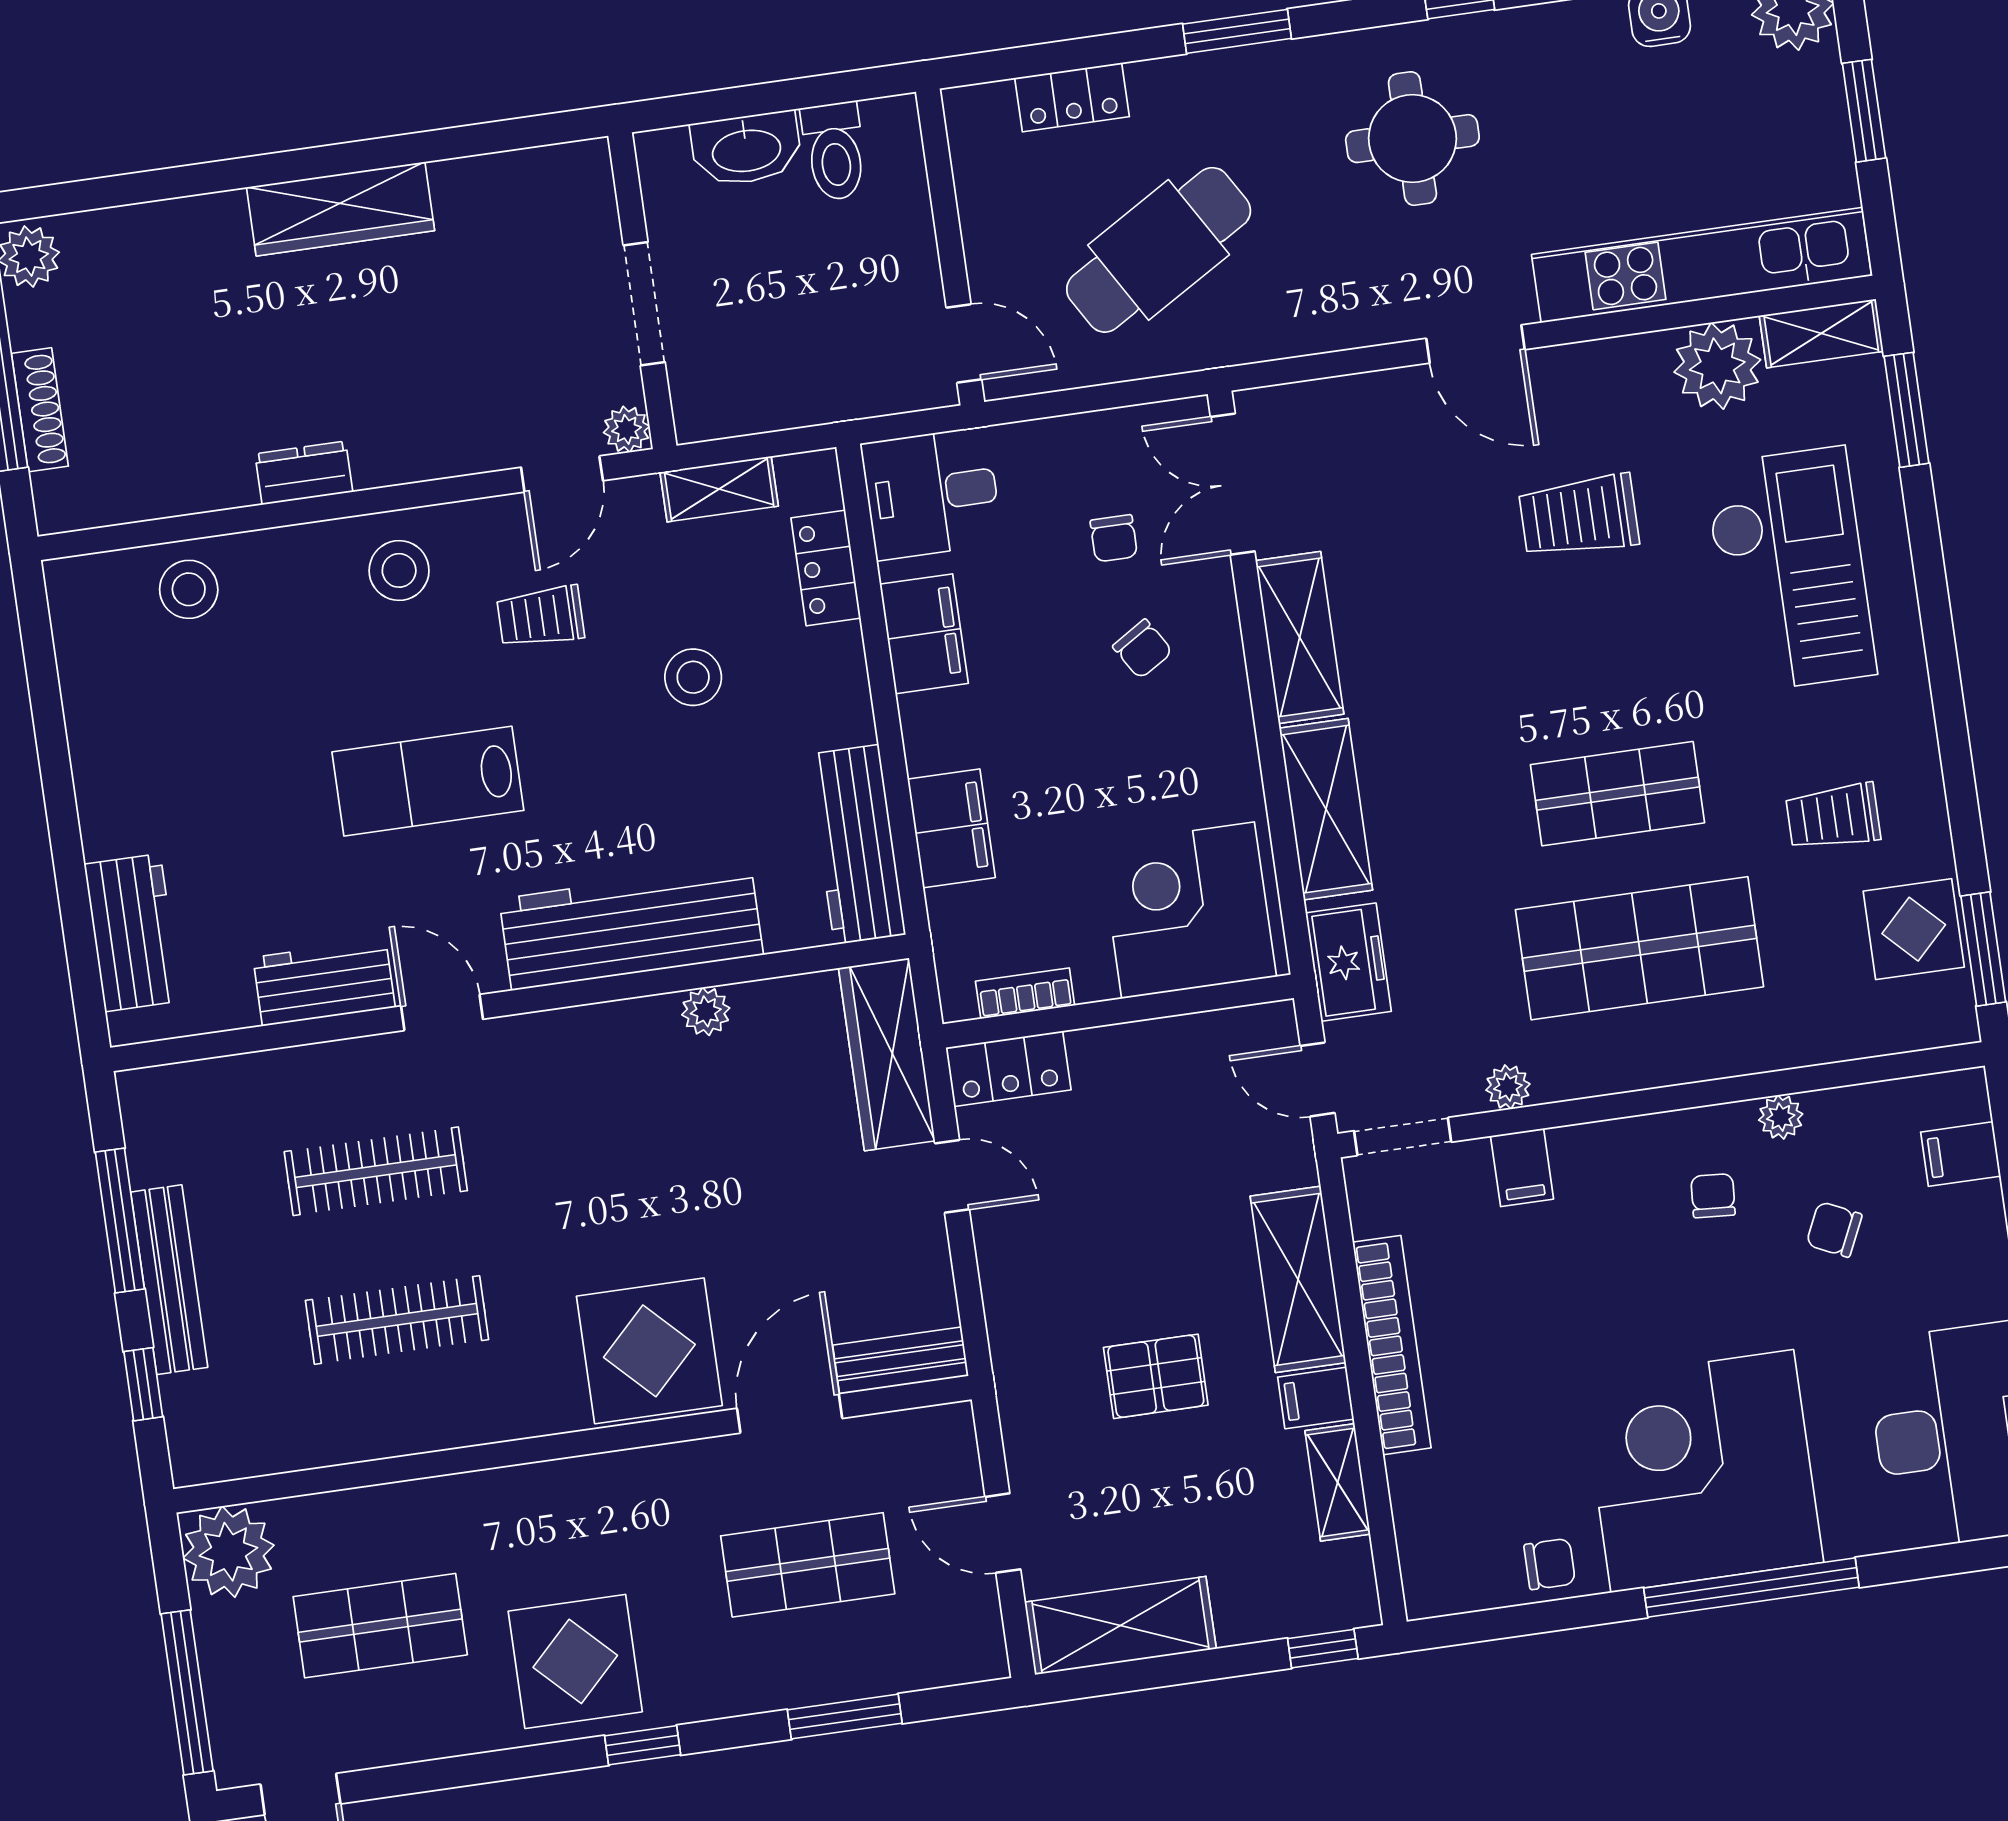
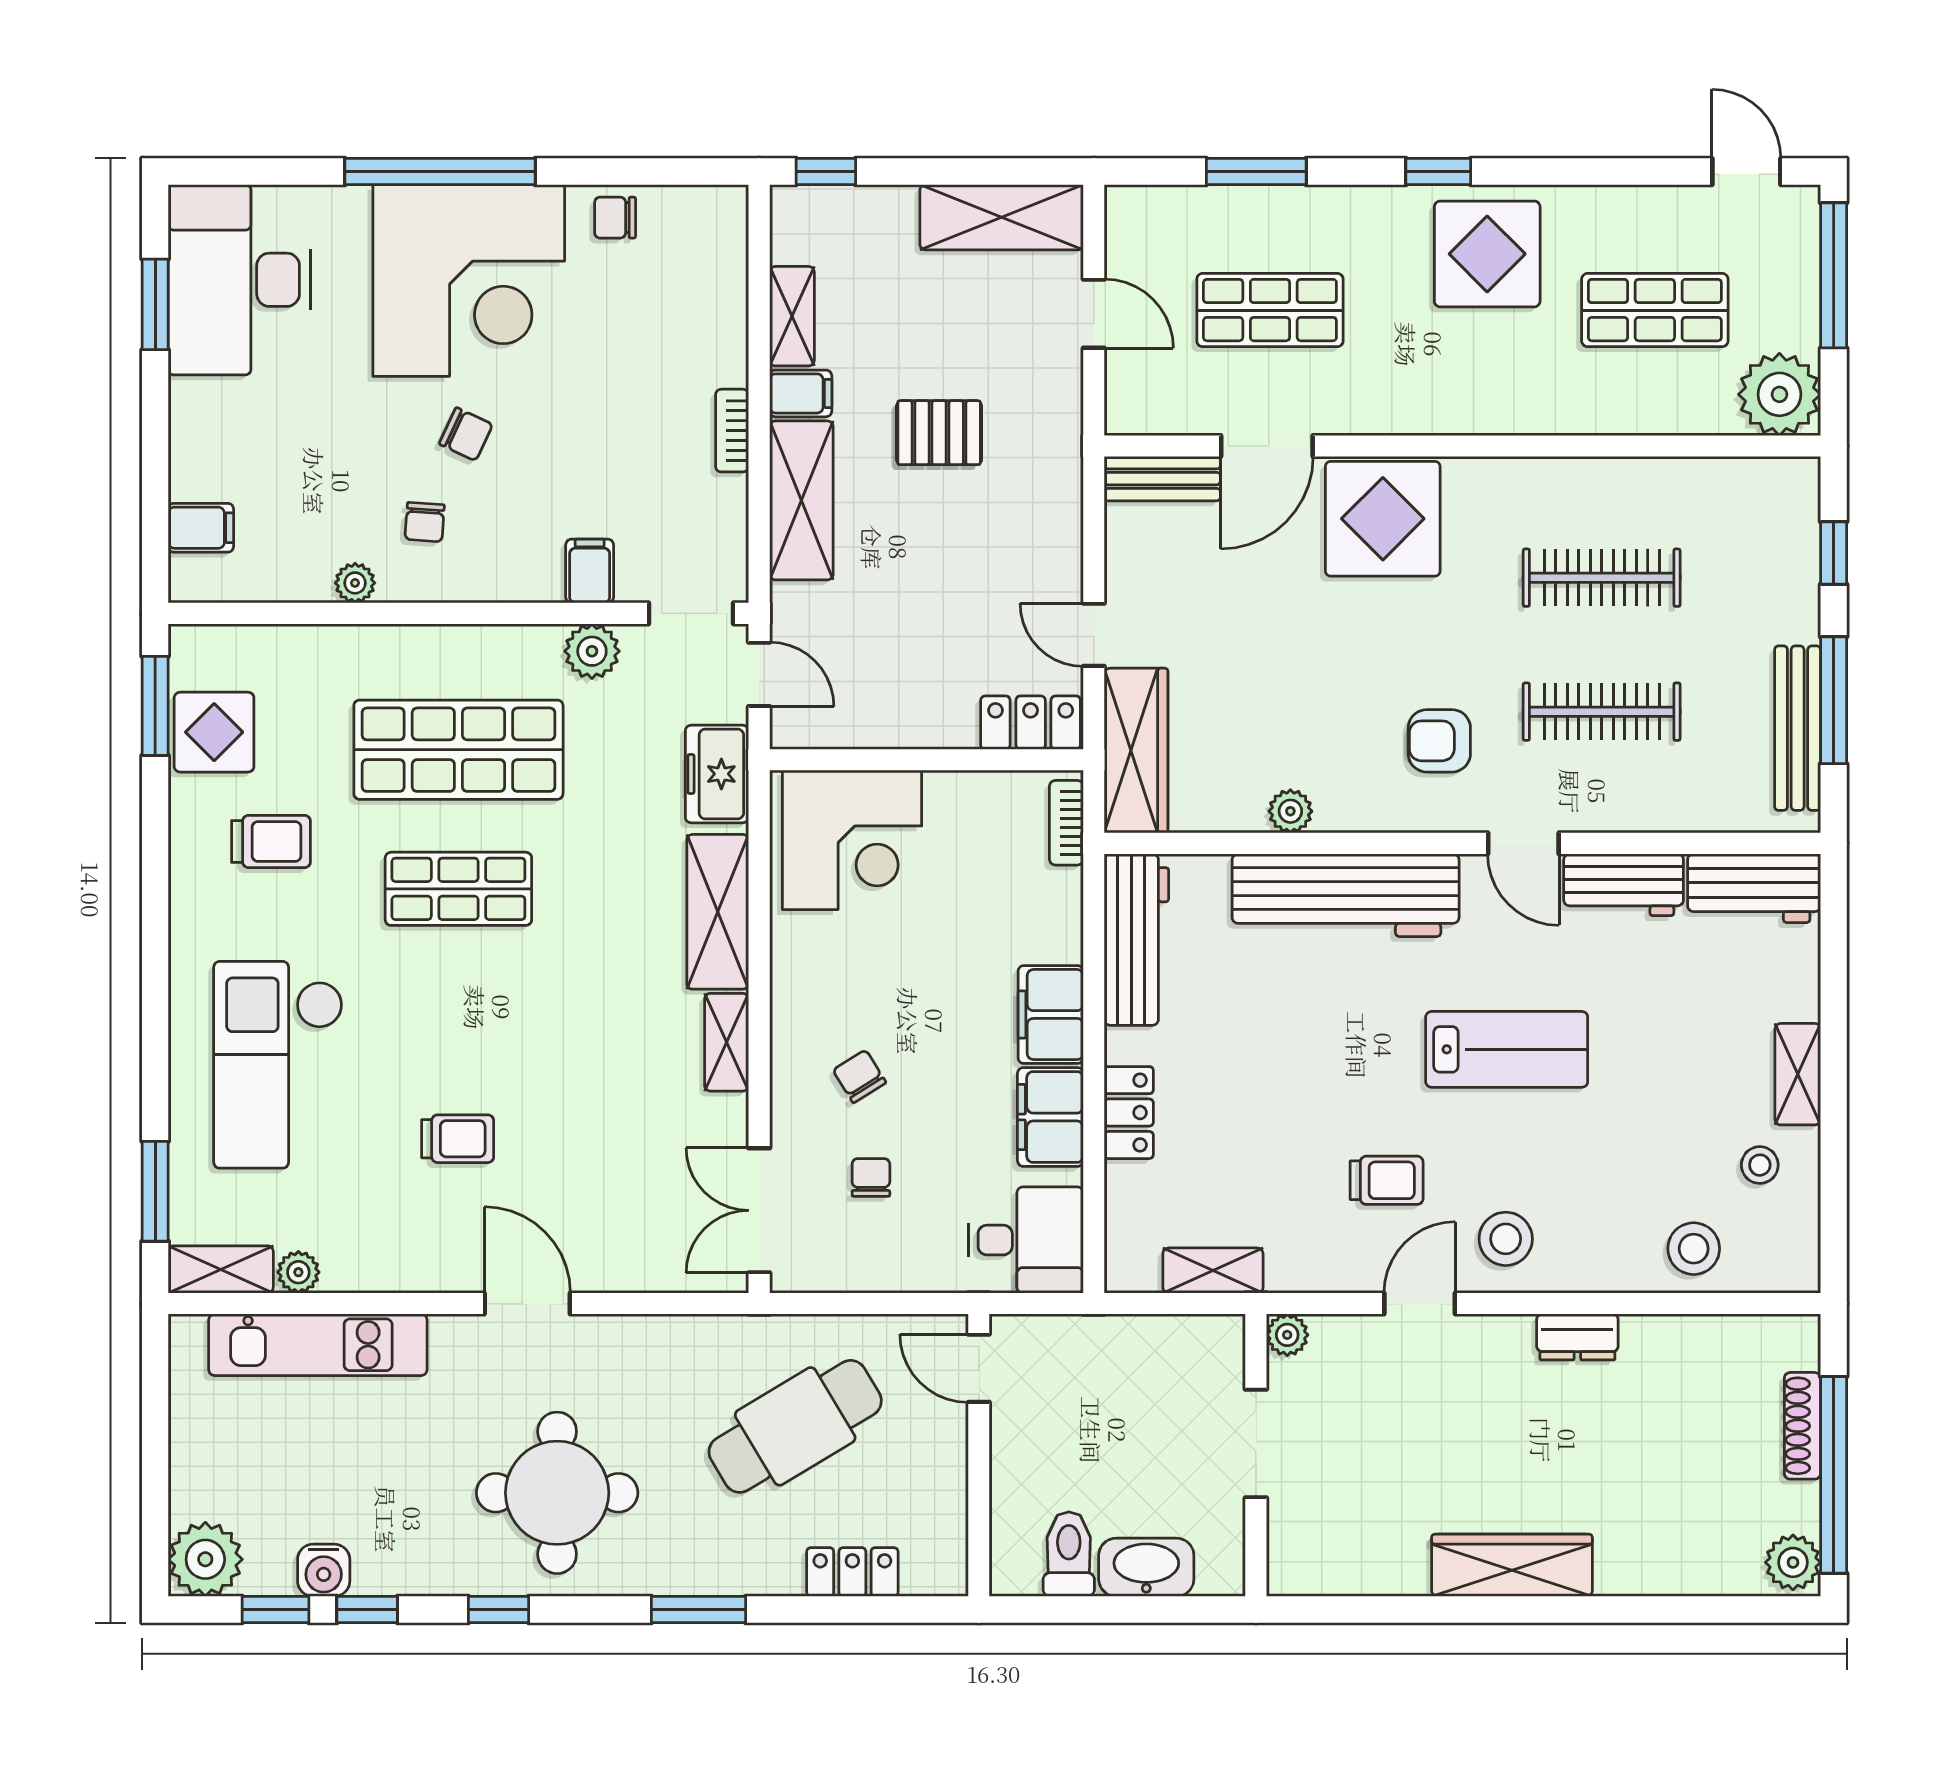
window: (1864, 111) -> (155, 1461), removed
round table: (1412, 139) -> (557, 1493), width x1.36, depth x1.36
kitchen unit: (1702, 265) -> (318, 1345), width x0.73
plant: (1717, 366) -> (298, 1272), width x0.53, depth x0.53
door: (562, 474) -> (1420, 1304), moved
double door: (1233, 484) -> (759, 1210), swing flipped
trolley: (1579, 516) -> (458, 1139), width x0.73, depth x0.72
locker: (826, 568) -> (1129, 1113), moved
shelving: (1300, 637) -> (727, 1042), width x0.67, depth x0.75
stool: (693, 677) -> (1760, 1165), moved, width x0.73, depth x0.73
shelving: (101, 800) -> (1798, 1074), added
filing cabinet: (951, 828) -> (1051, 1015), moved
workbench: (133, 933) -> (1754, 888), moved, turned -90
bookcase: (1025, 993) -> (1066, 823), moved, turned 90
plant: (1508, 1087) -> (592, 651), width x1.38, depth x1.38
armchair: (552, 1113) -> (1439, 741), added
chair: (1834, 1229) -> (466, 434), moved
bench: (169, 1280) -> (1798, 728), moved
bookcase: (1392, 1345) -> (732, 431), width x0.43, depth x0.76

